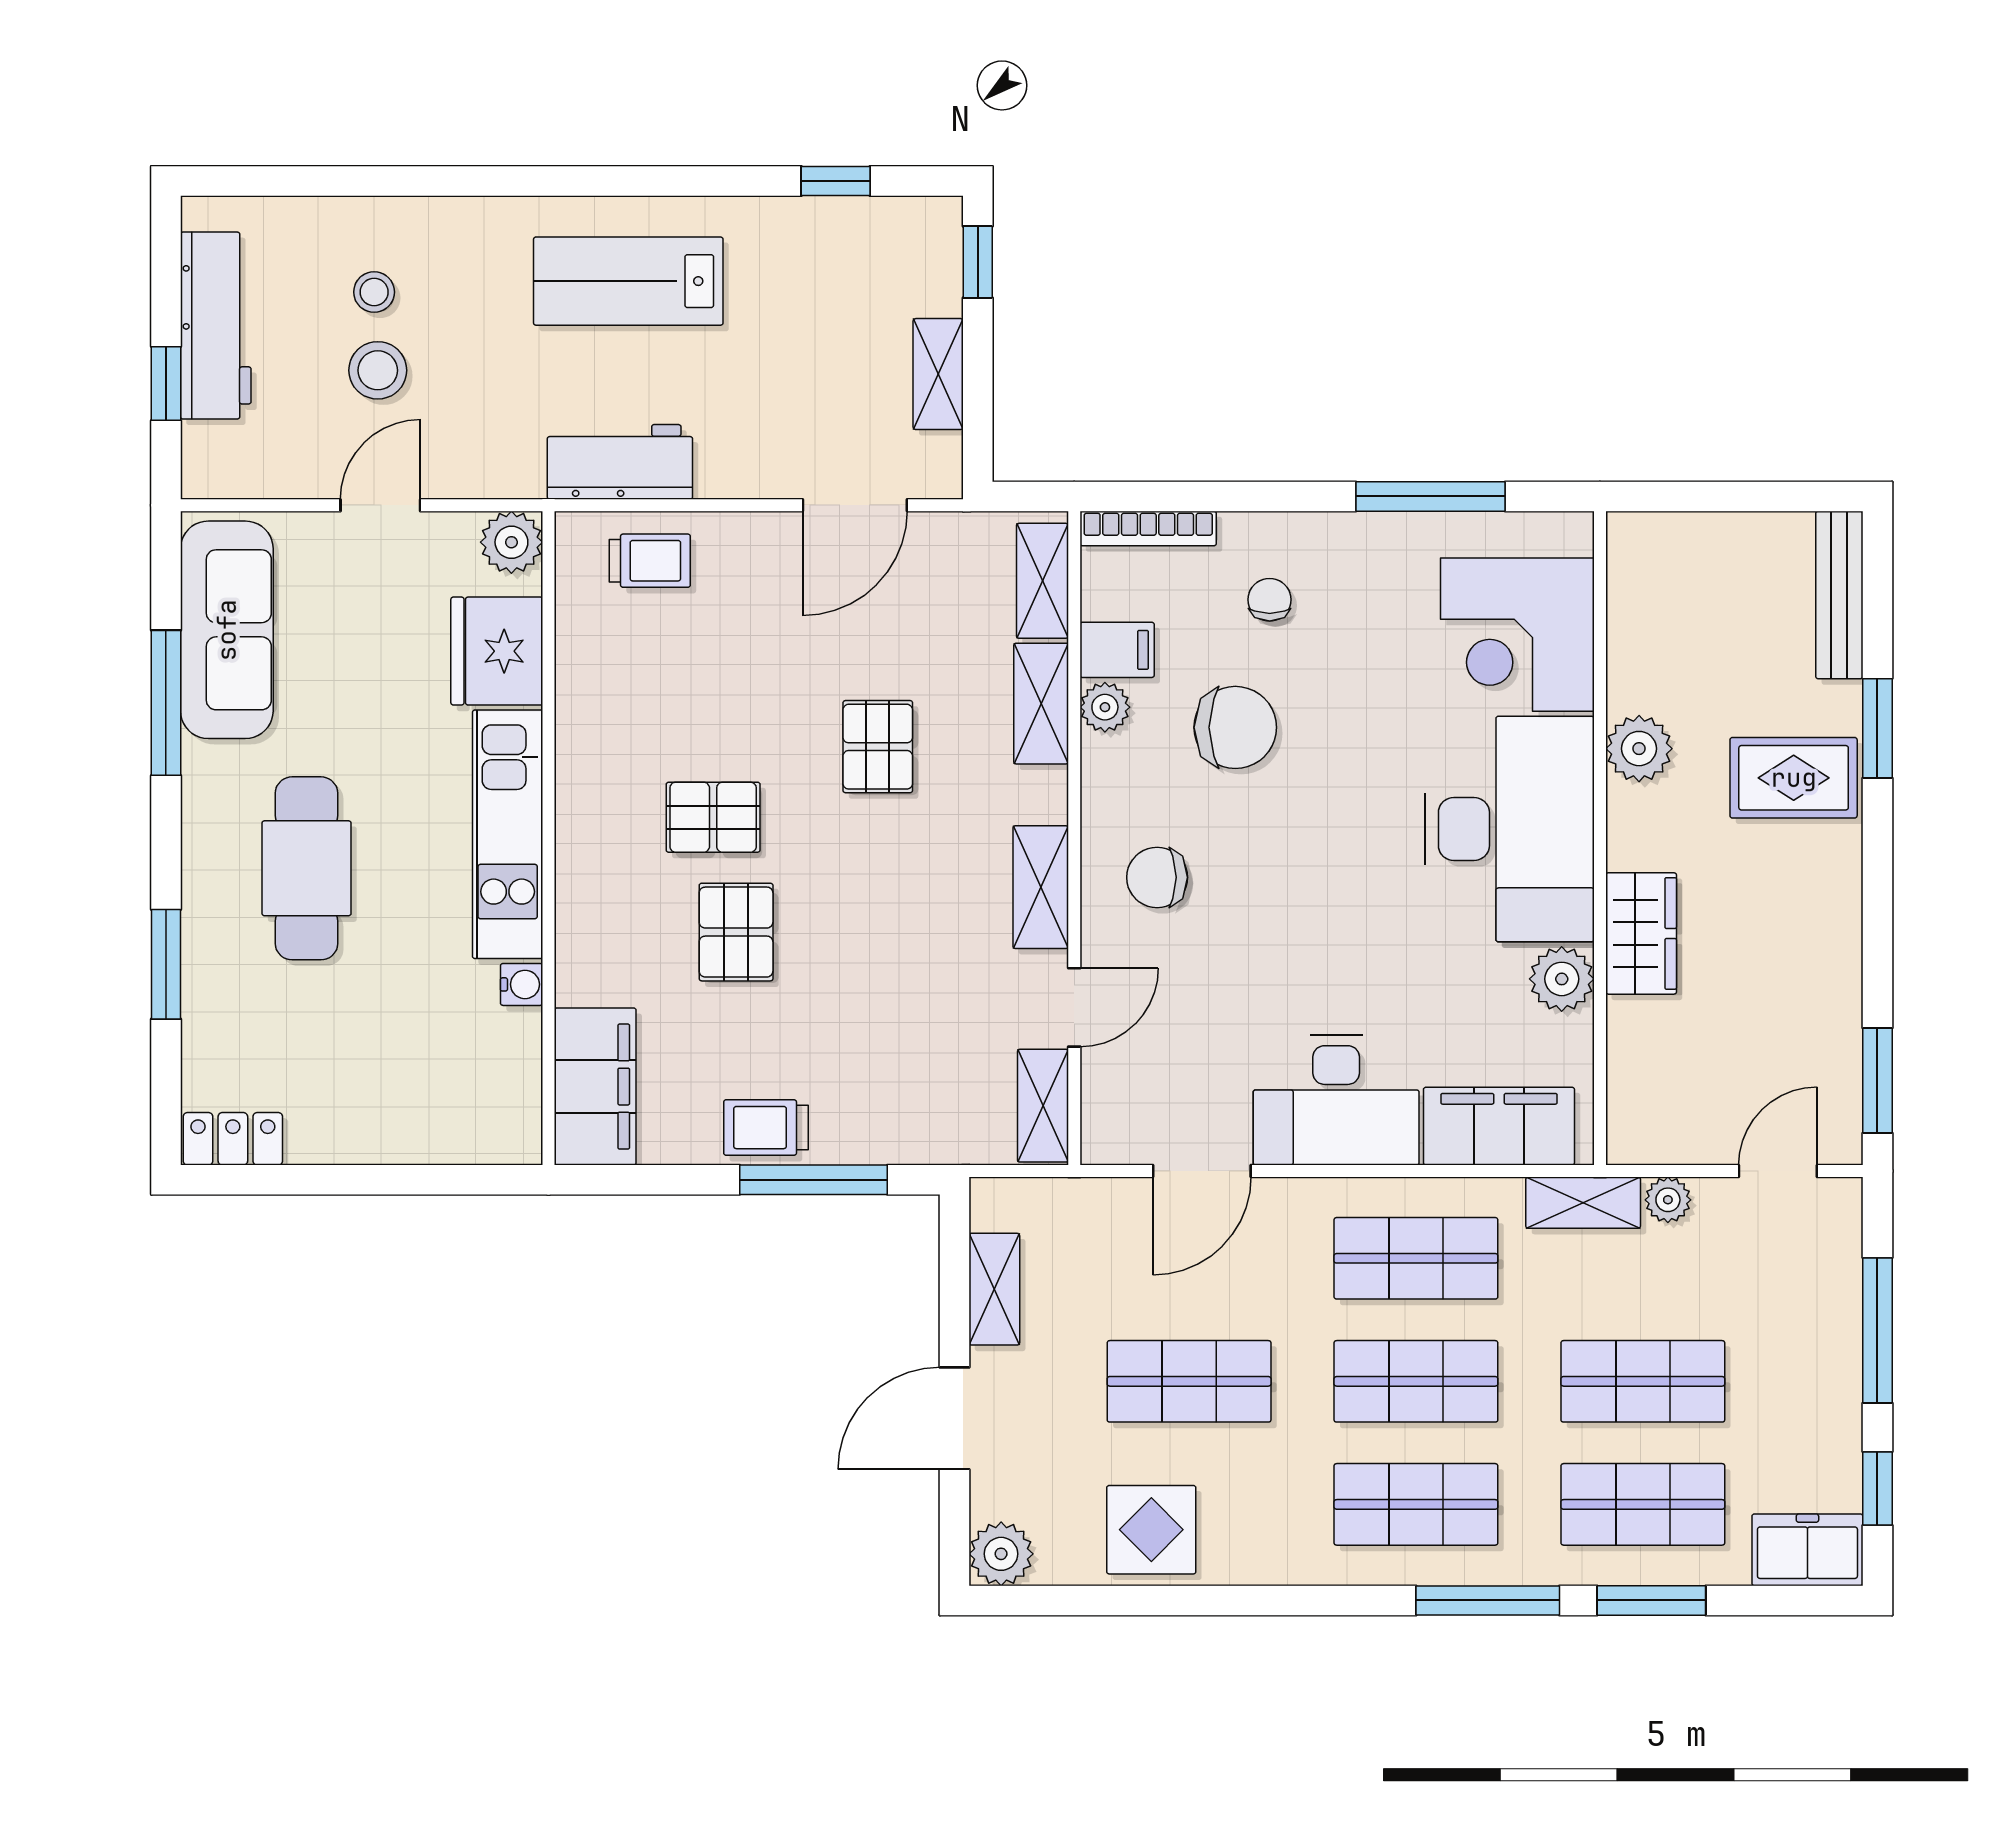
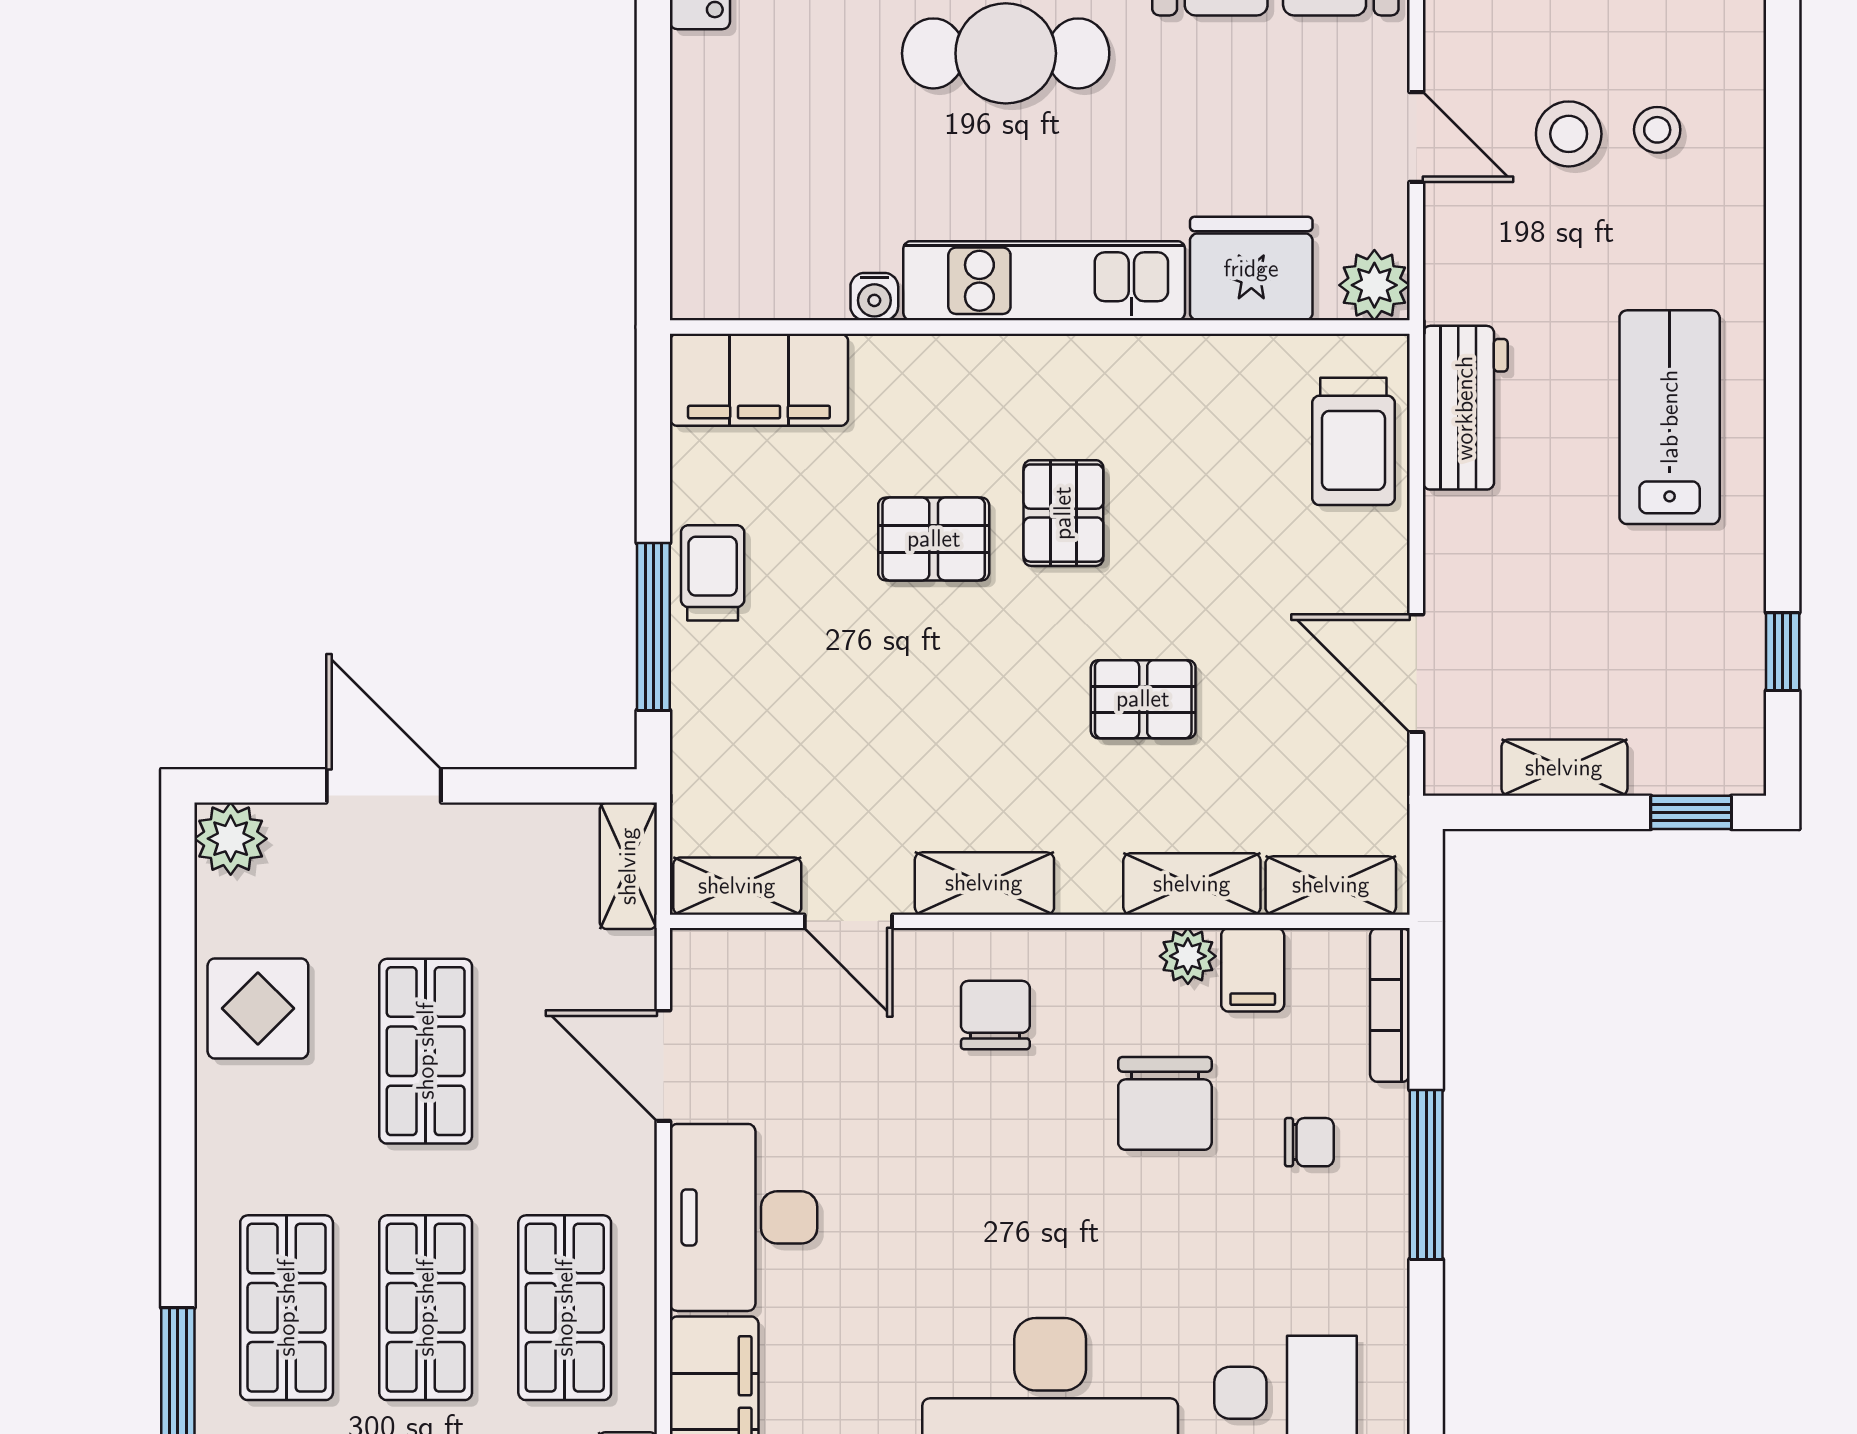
window: (1430, 496) -> (1426, 1175), moved
trolley: (650, 561) -> (1353, 441), width x1.36, depth x1.39
shelving: (994, 1289) -> (628, 866), moved, turned 90

